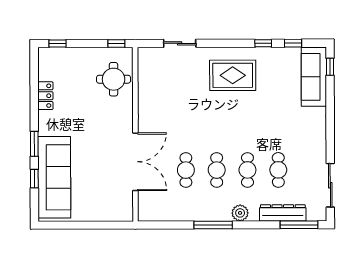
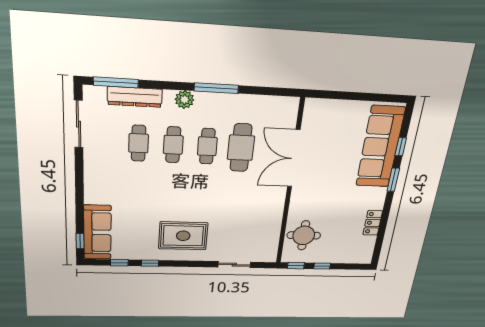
window: (58, 44) -> (322, 266), moved
cafe table: (186, 170) -> (241, 148), width x1.37, depth x1.35

